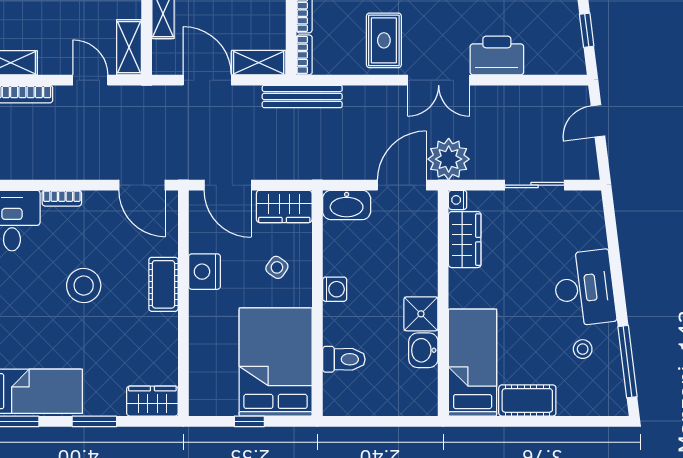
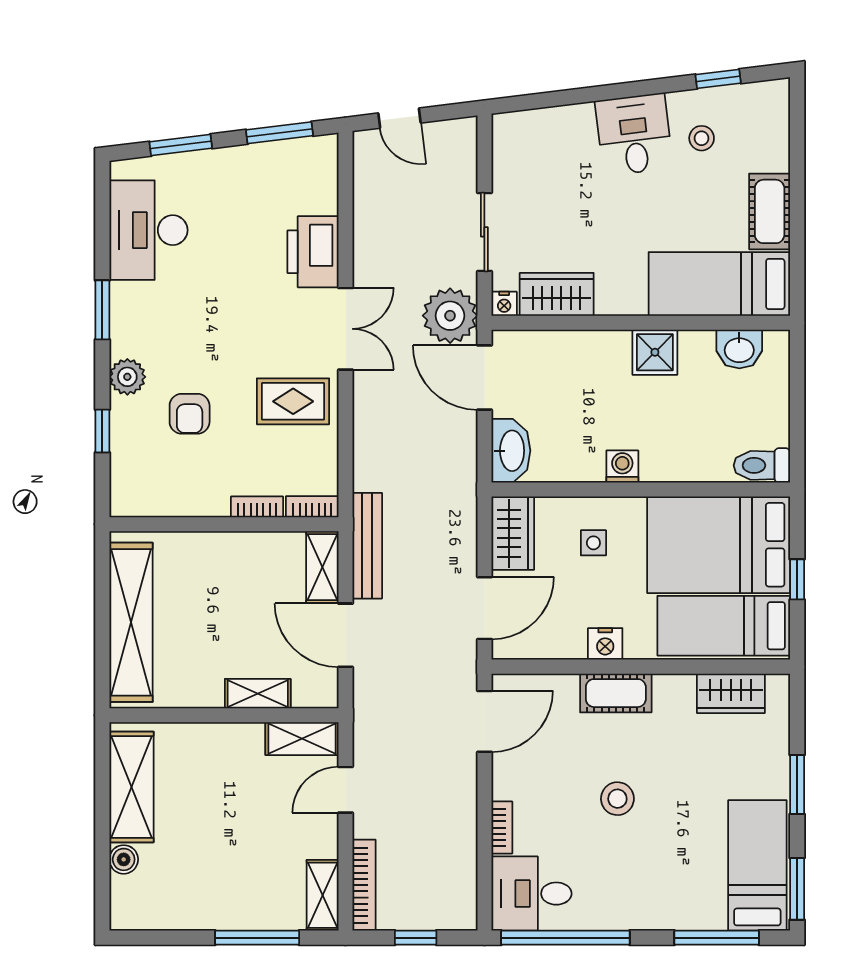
window: (587, 30) -> (280, 133), width x1.50
door: (207, 80) -> (346, 635), hinge flipped
bench: (302, 96) -> (367, 546), moved
sliding door: (535, 185) -> (484, 232), moved
side table: (277, 267) -> (593, 543), turned -35
nightstand: (205, 272) -> (605, 644), width x0.74, depth x0.75
stool: (84, 286) -> (617, 799), width x0.73, depth x0.73
desk: (584, 288) -> (634, 134), width x0.73
washbasin: (423, 350) -> (739, 349), moved
toilet: (344, 359) -> (762, 465), moved, turned -90
window: (628, 362) -> (718, 79), width x0.46
bed: (214, 366) -> (724, 626), added
wardrobe: (152, 401) -> (731, 693), moved, turned -90

